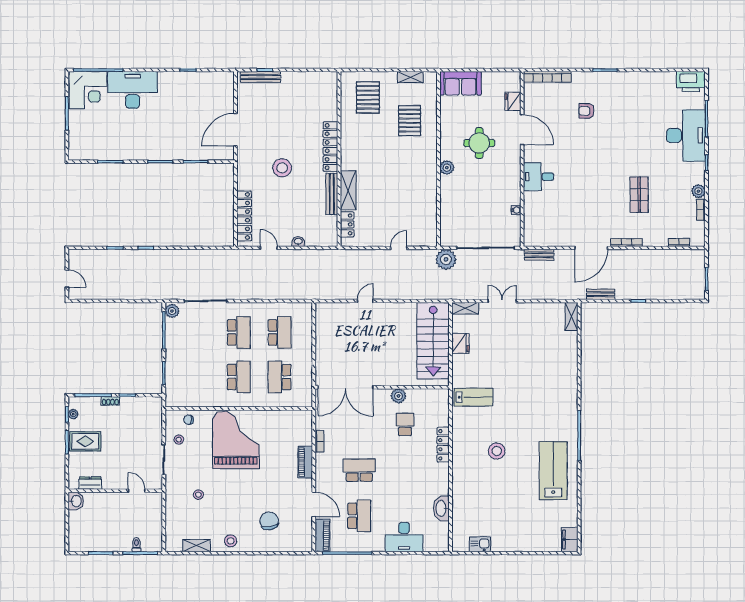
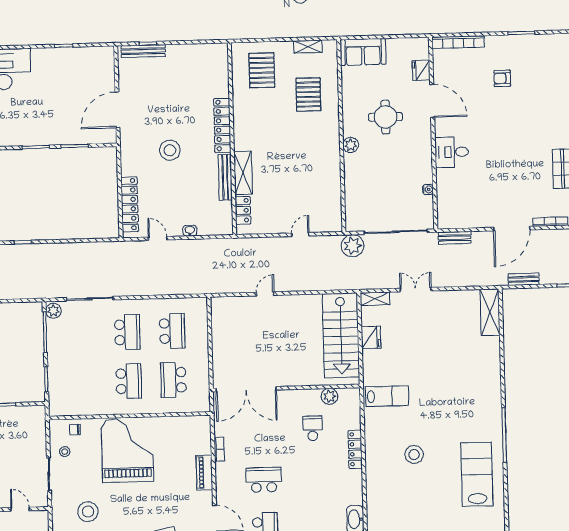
shelving: (571, 316) -> (490, 312), width x1.50, depth x1.33
plant: (398, 396) -> (329, 396), moved
stool: (198, 495) -> (88, 512), width x1.89, depth x1.89

